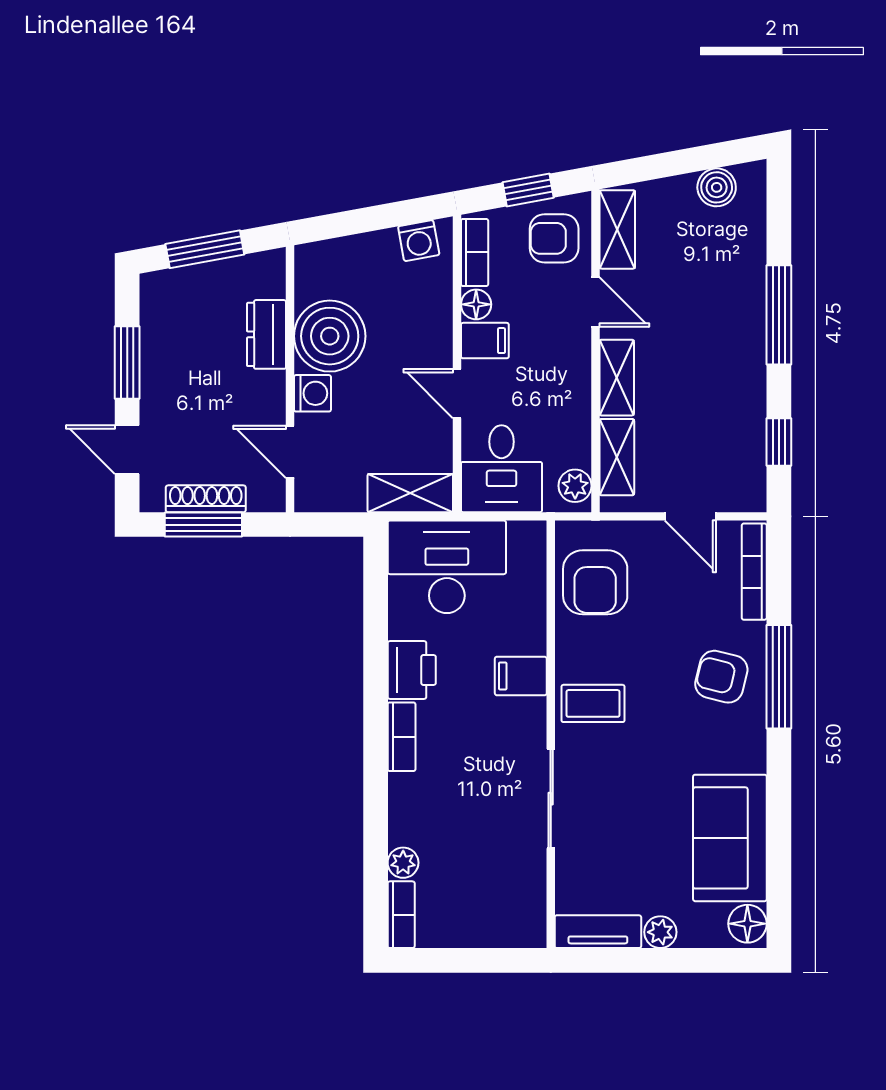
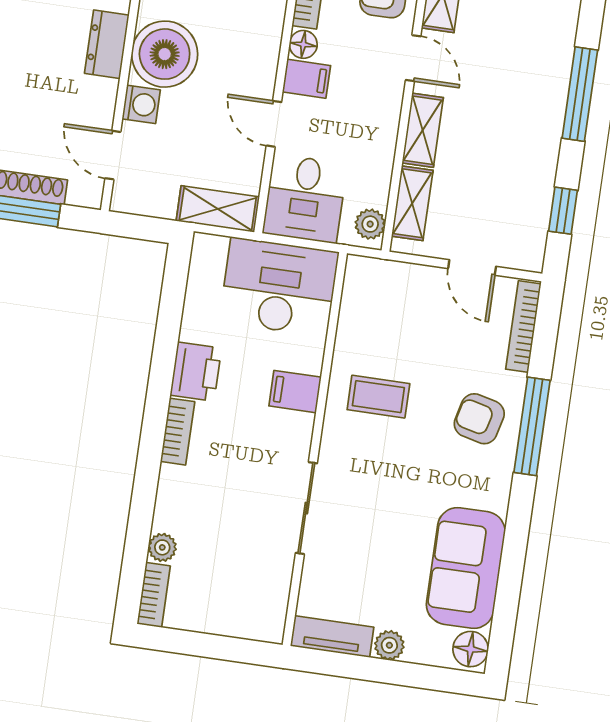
desk: (447, 567) -> (279, 287), moved
armchair: (595, 582) -> (376, 315), removed
coffee table: (593, 703) -> (378, 397), moved

